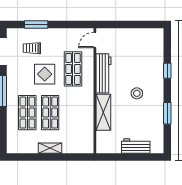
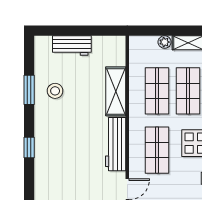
stool: (137, 93) -> (55, 91), moved
shop shelf: (73, 113) -> (157, 91), added
plant: (67, 149) -> (165, 42), added

